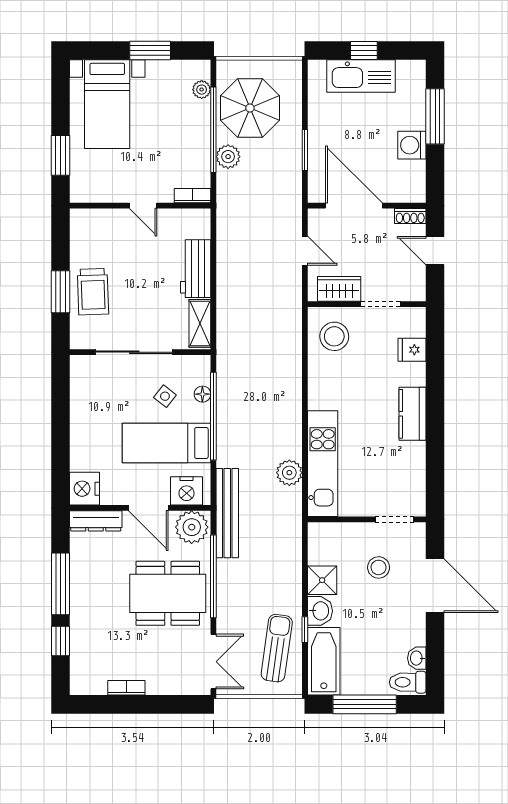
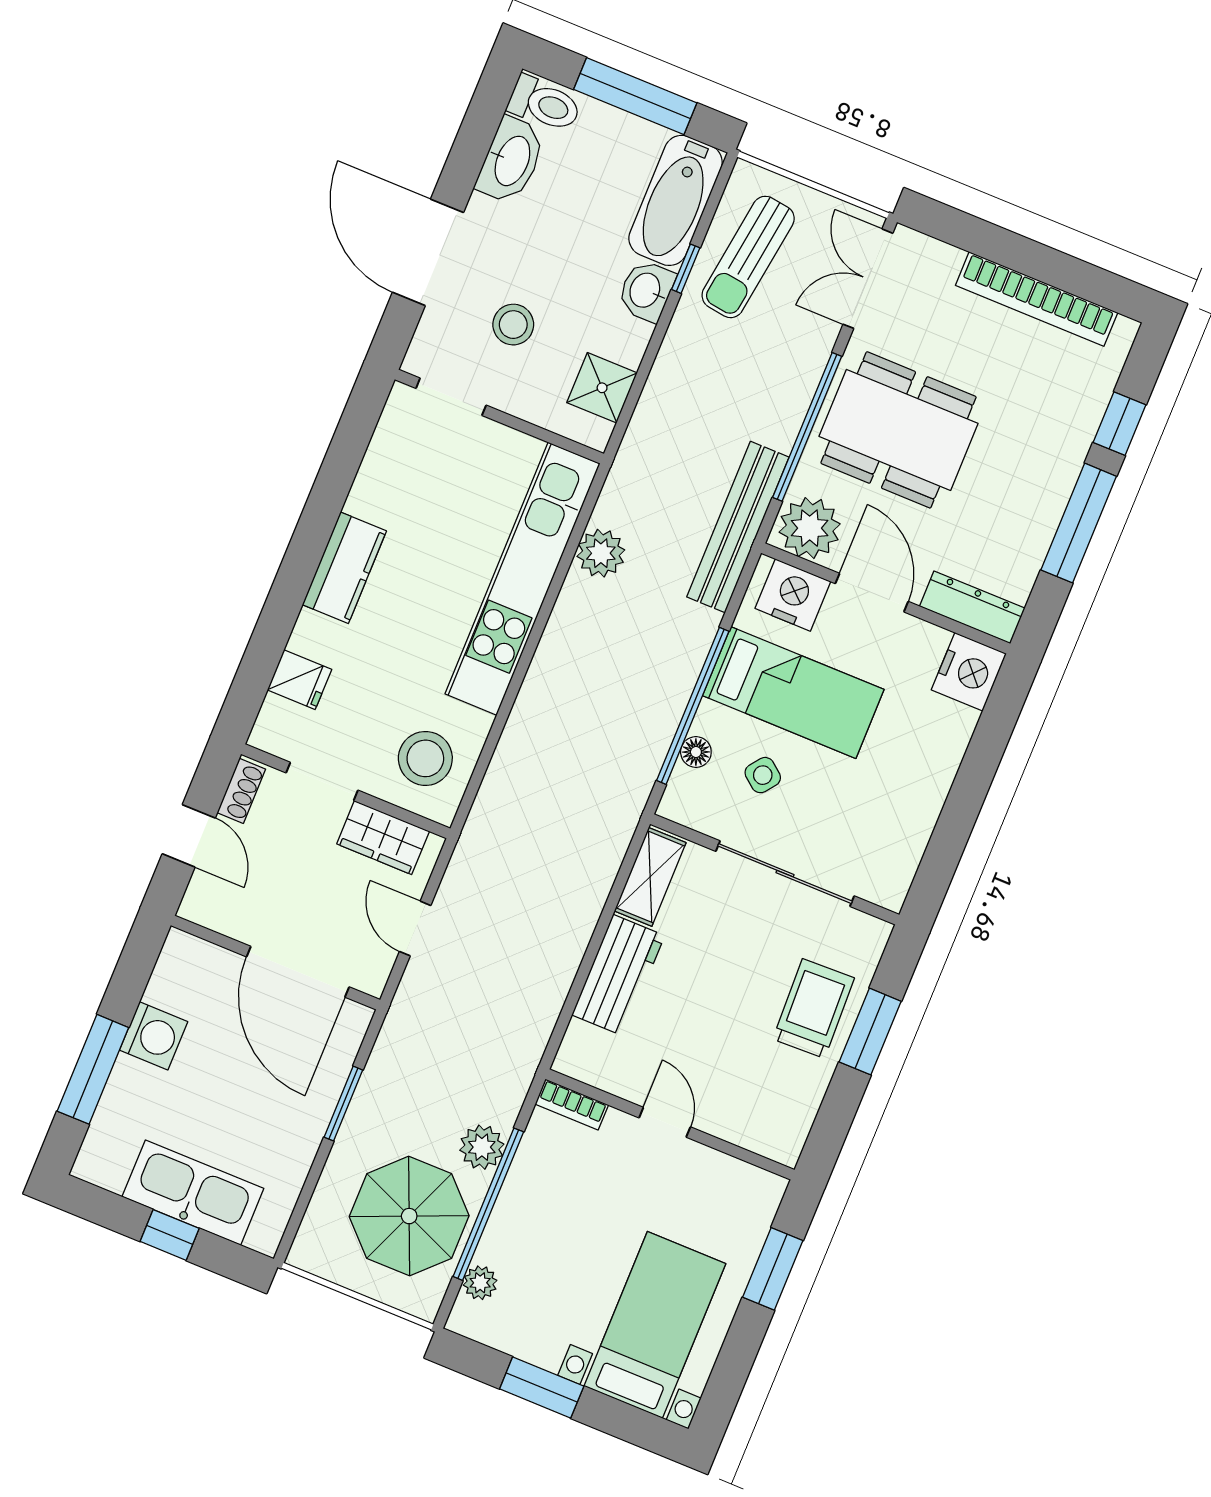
shoe rack: (410, 216) -> (241, 791), moved, turned 90
kitchen unit: (323, 464) -> (523, 579), width x1.36
shower: (322, 580) -> (602, 388), moved
washbasin: (417, 658) -> (511, 160), width x1.91, depth x1.45
bookcase: (126, 688) -> (1037, 299), width x2.31, depth x1.31

